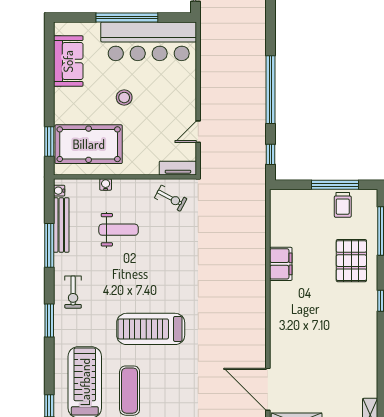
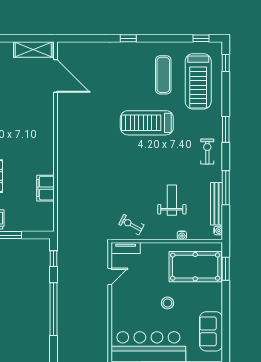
weight bench: (119, 230) -> (172, 200), turned 90
filing cabinet: (281, 264) -> (46, 188), moved
treadmill: (151, 329) -> (147, 123), turned 180

